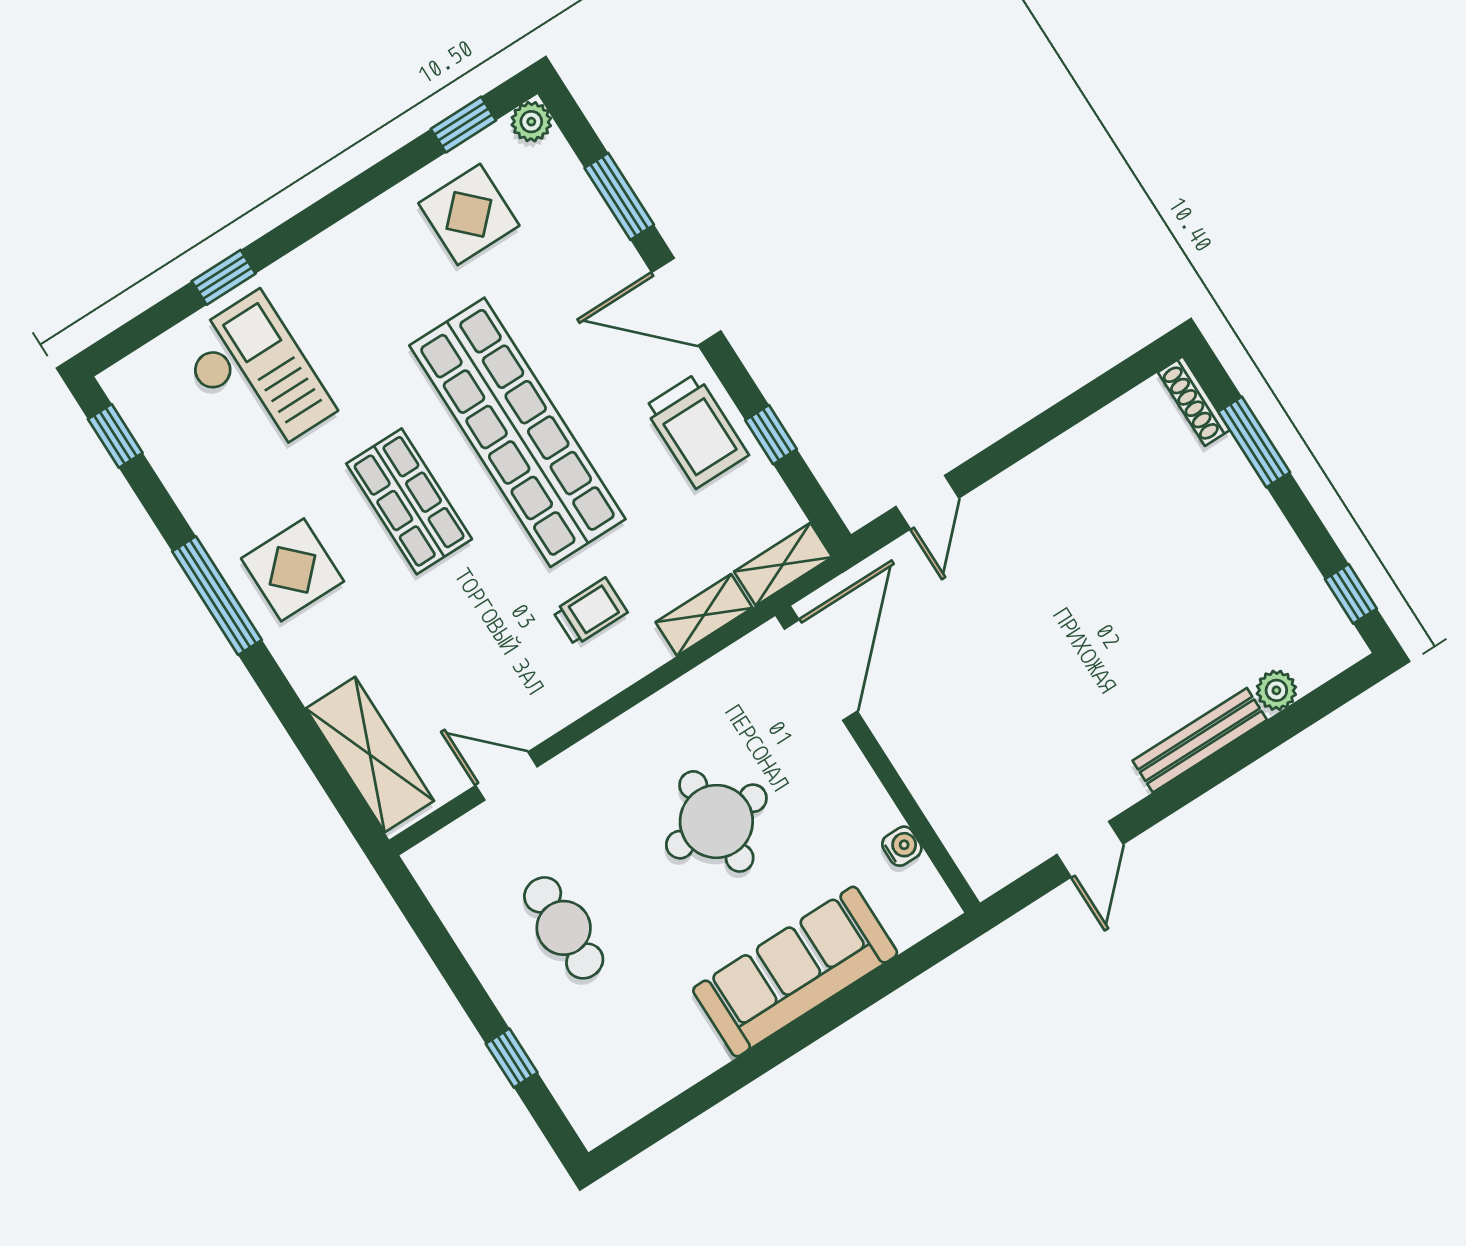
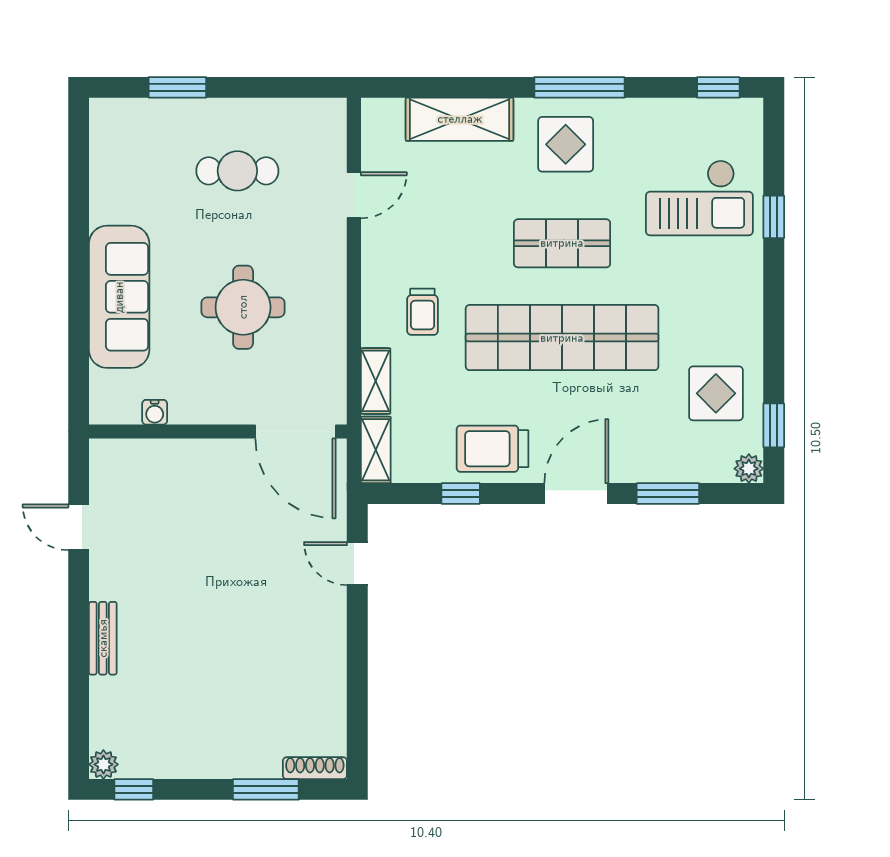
plant: (1276, 690) -> (103, 764), moved
bench: (1200, 740) -> (103, 638), width x0.73
shelving: (370, 755) -> (460, 119), moved
window: (512, 1058) -> (177, 87), width x1.50

